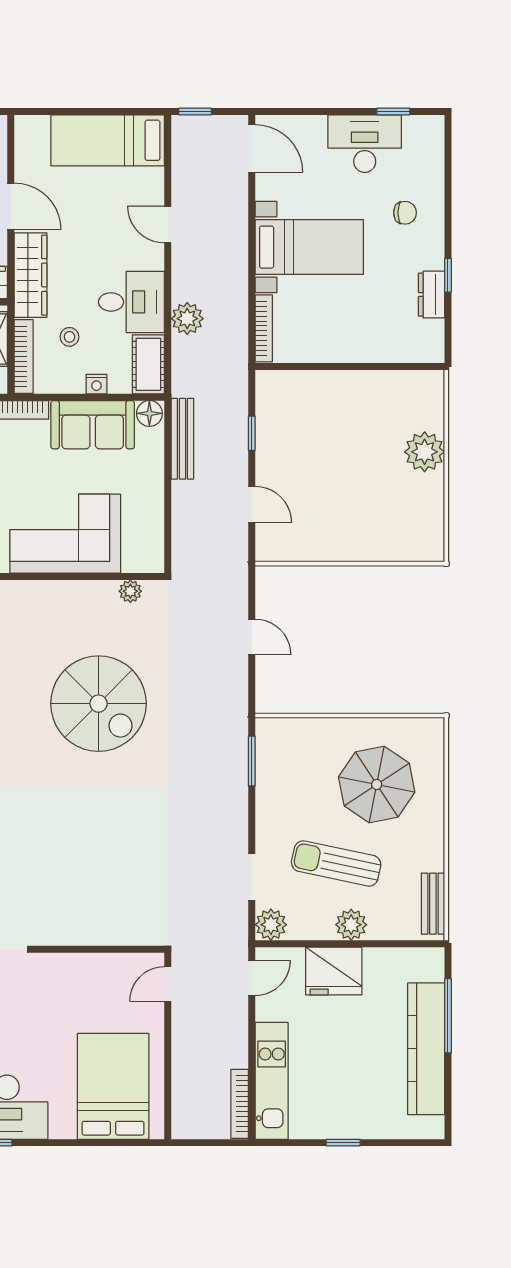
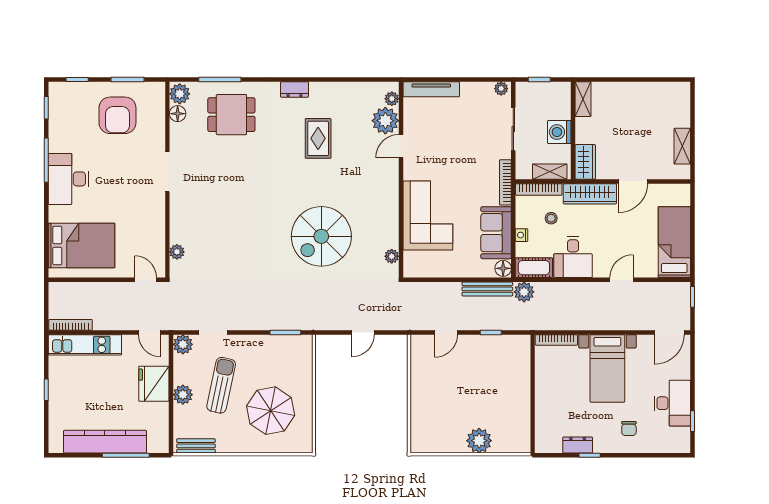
plant: (187, 319) -> (524, 292), moved
plant: (123, 934) -> (177, 252), added

